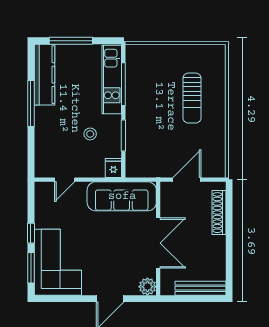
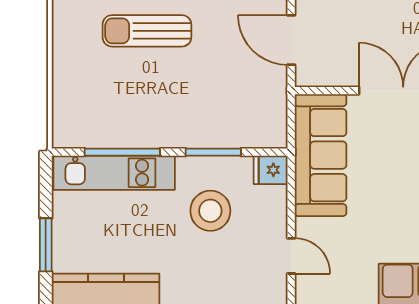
window: (71, 41) -> (46, 245), width x0.69
sun lounger: (192, 98) -> (147, 31), turned 180
stool: (90, 134) -> (210, 211), width x1.89, depth x1.89

